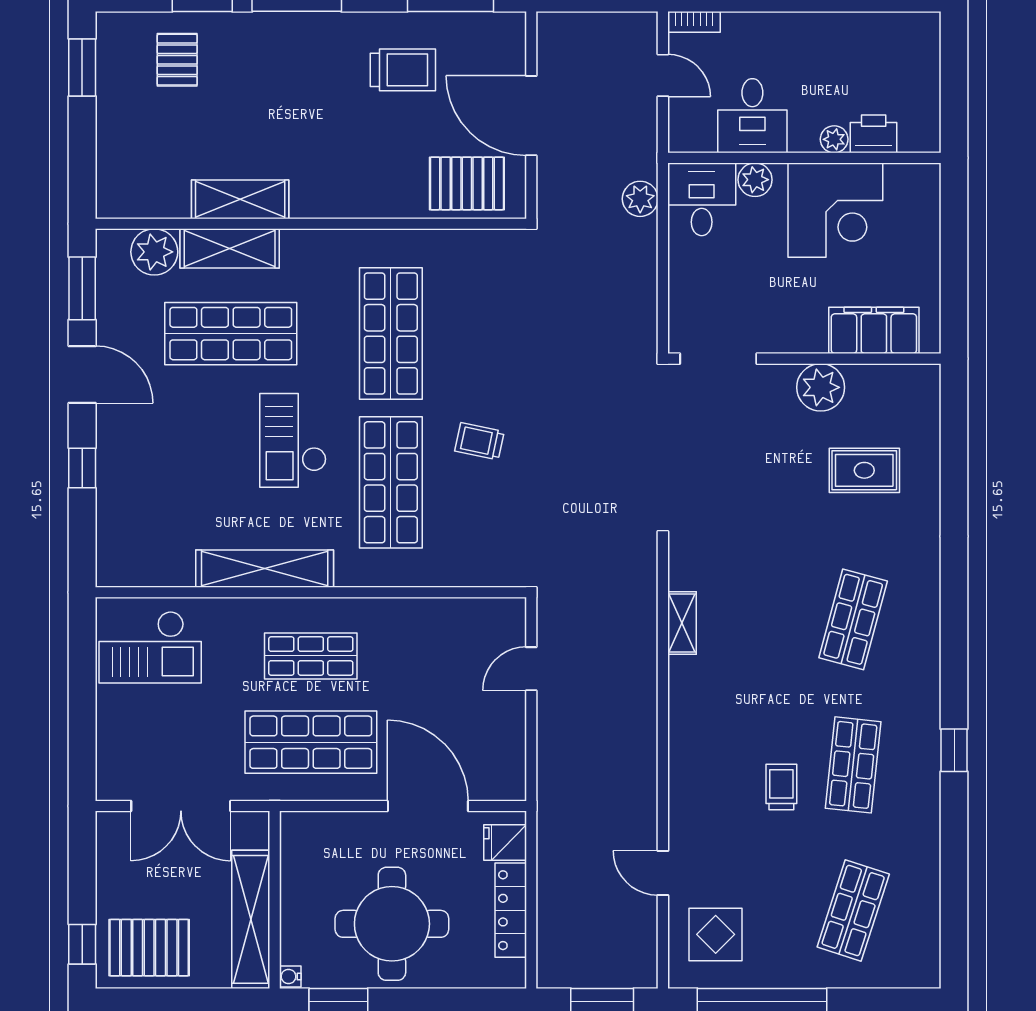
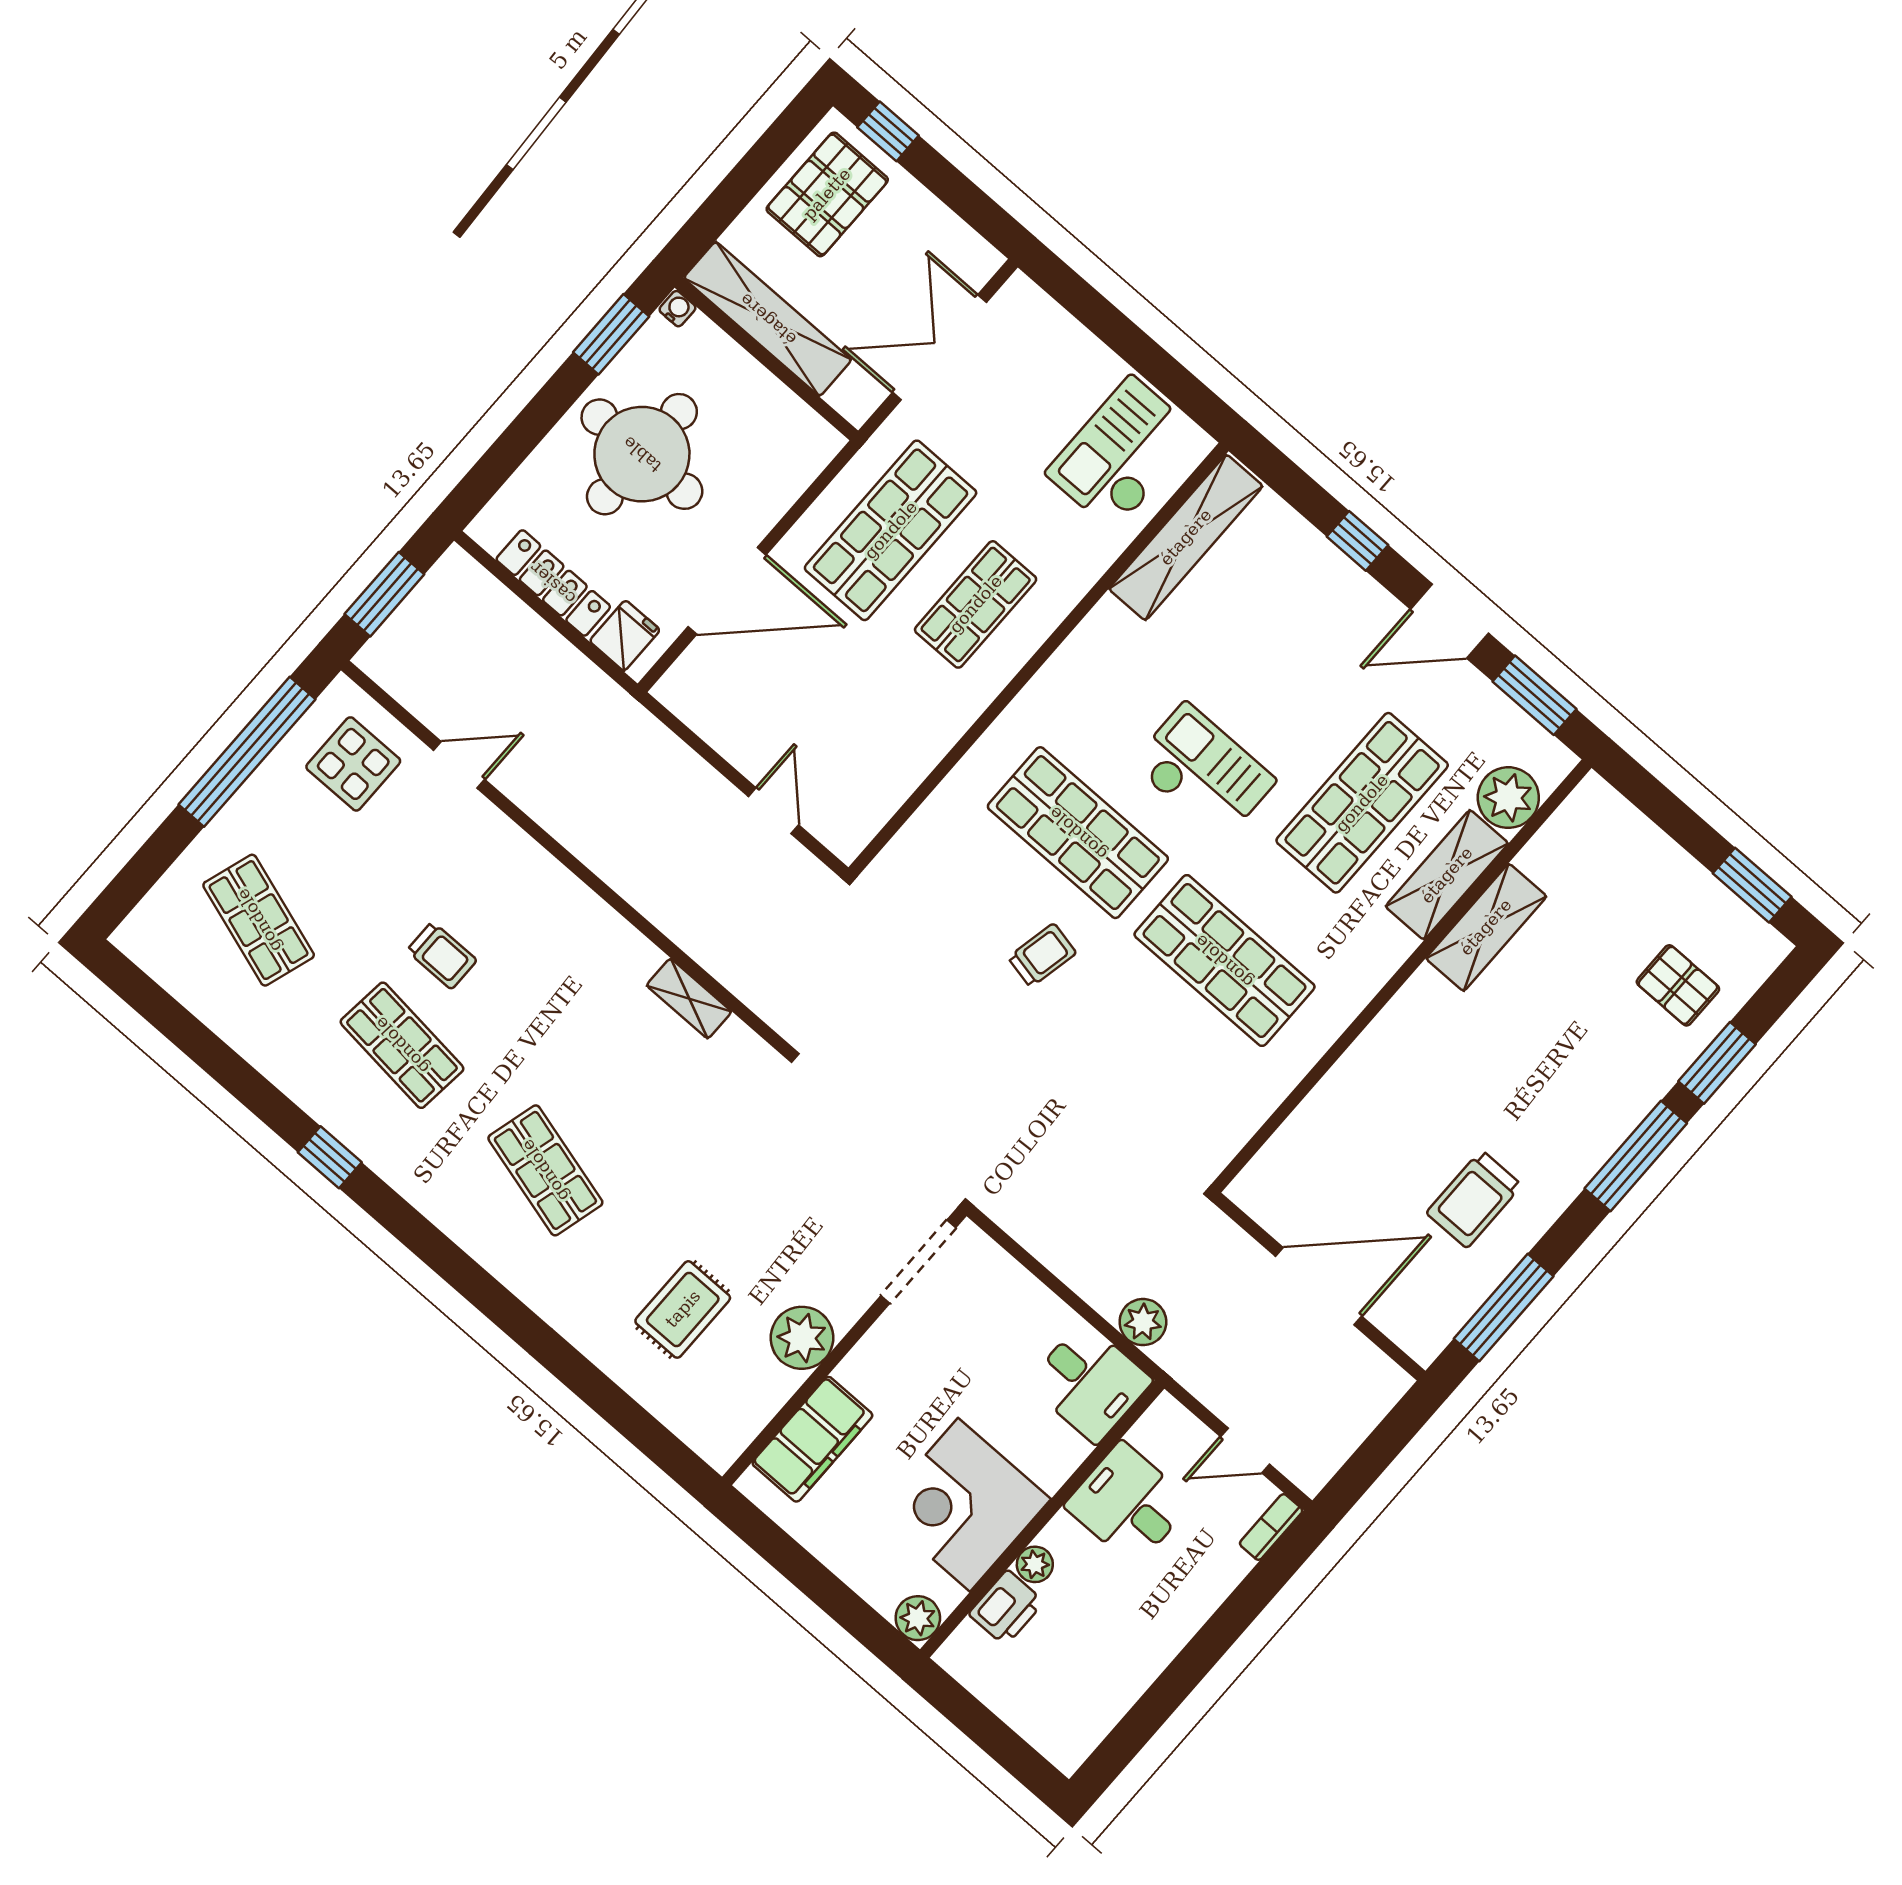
plant: (755, 180) -> (918, 1618), moved
pallet: (467, 183) -> (1307, 1165), removed
shelving: (265, 569) -> (1186, 537), moved

